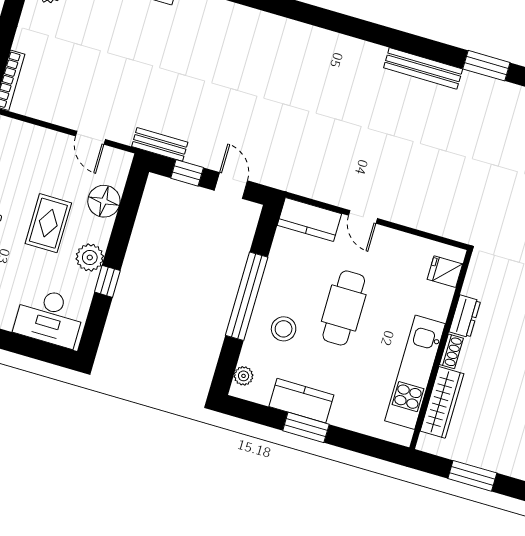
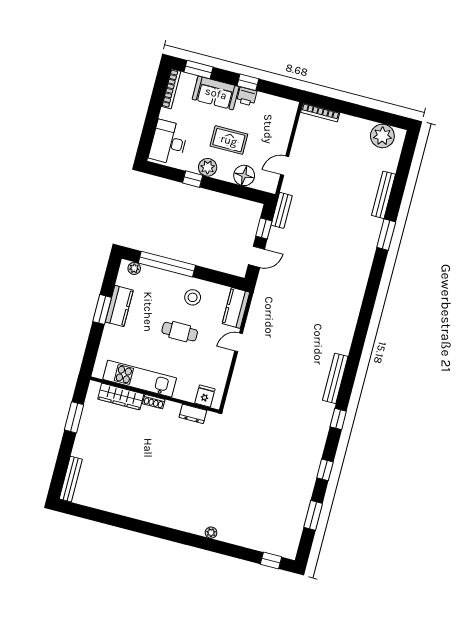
window: (486, 66) -> (338, 419), width x0.67
window: (247, 296) -> (167, 264), moved
cafe table: (344, 308) -> (180, 332), width x0.73, depth x0.74
dresser: (465, 316) -> (193, 414), moved
stool: (284, 329) -> (193, 297), moved

